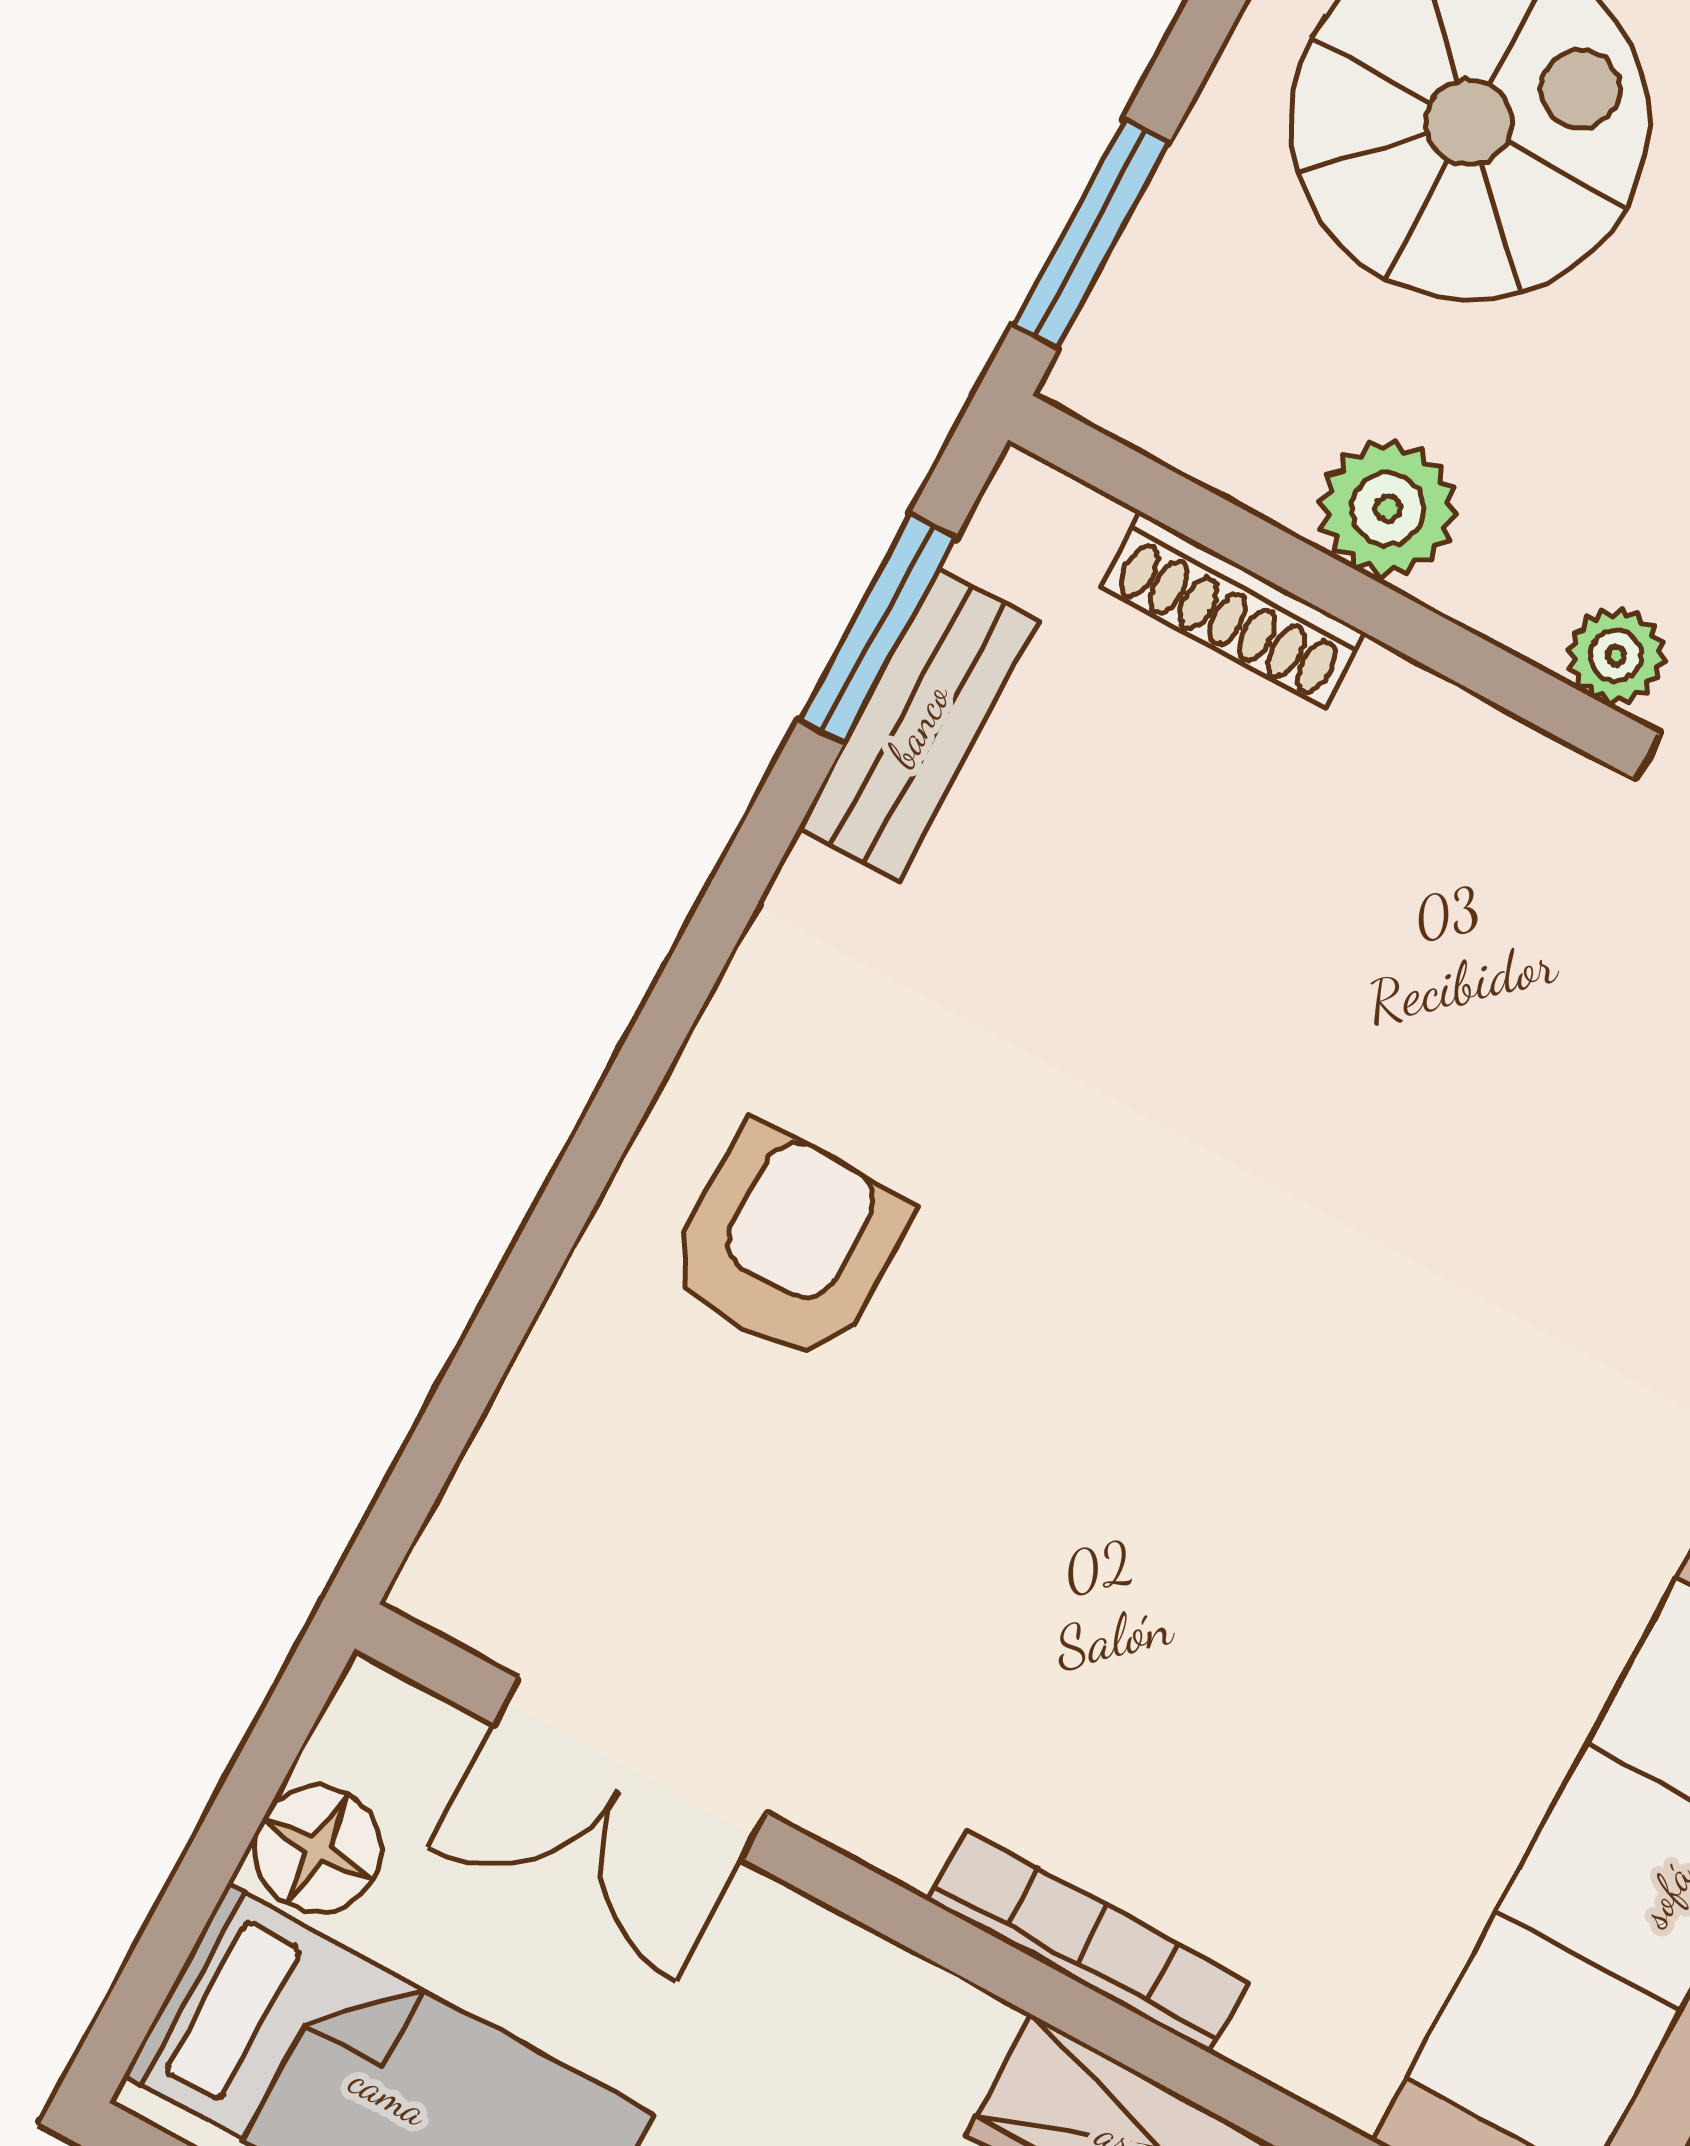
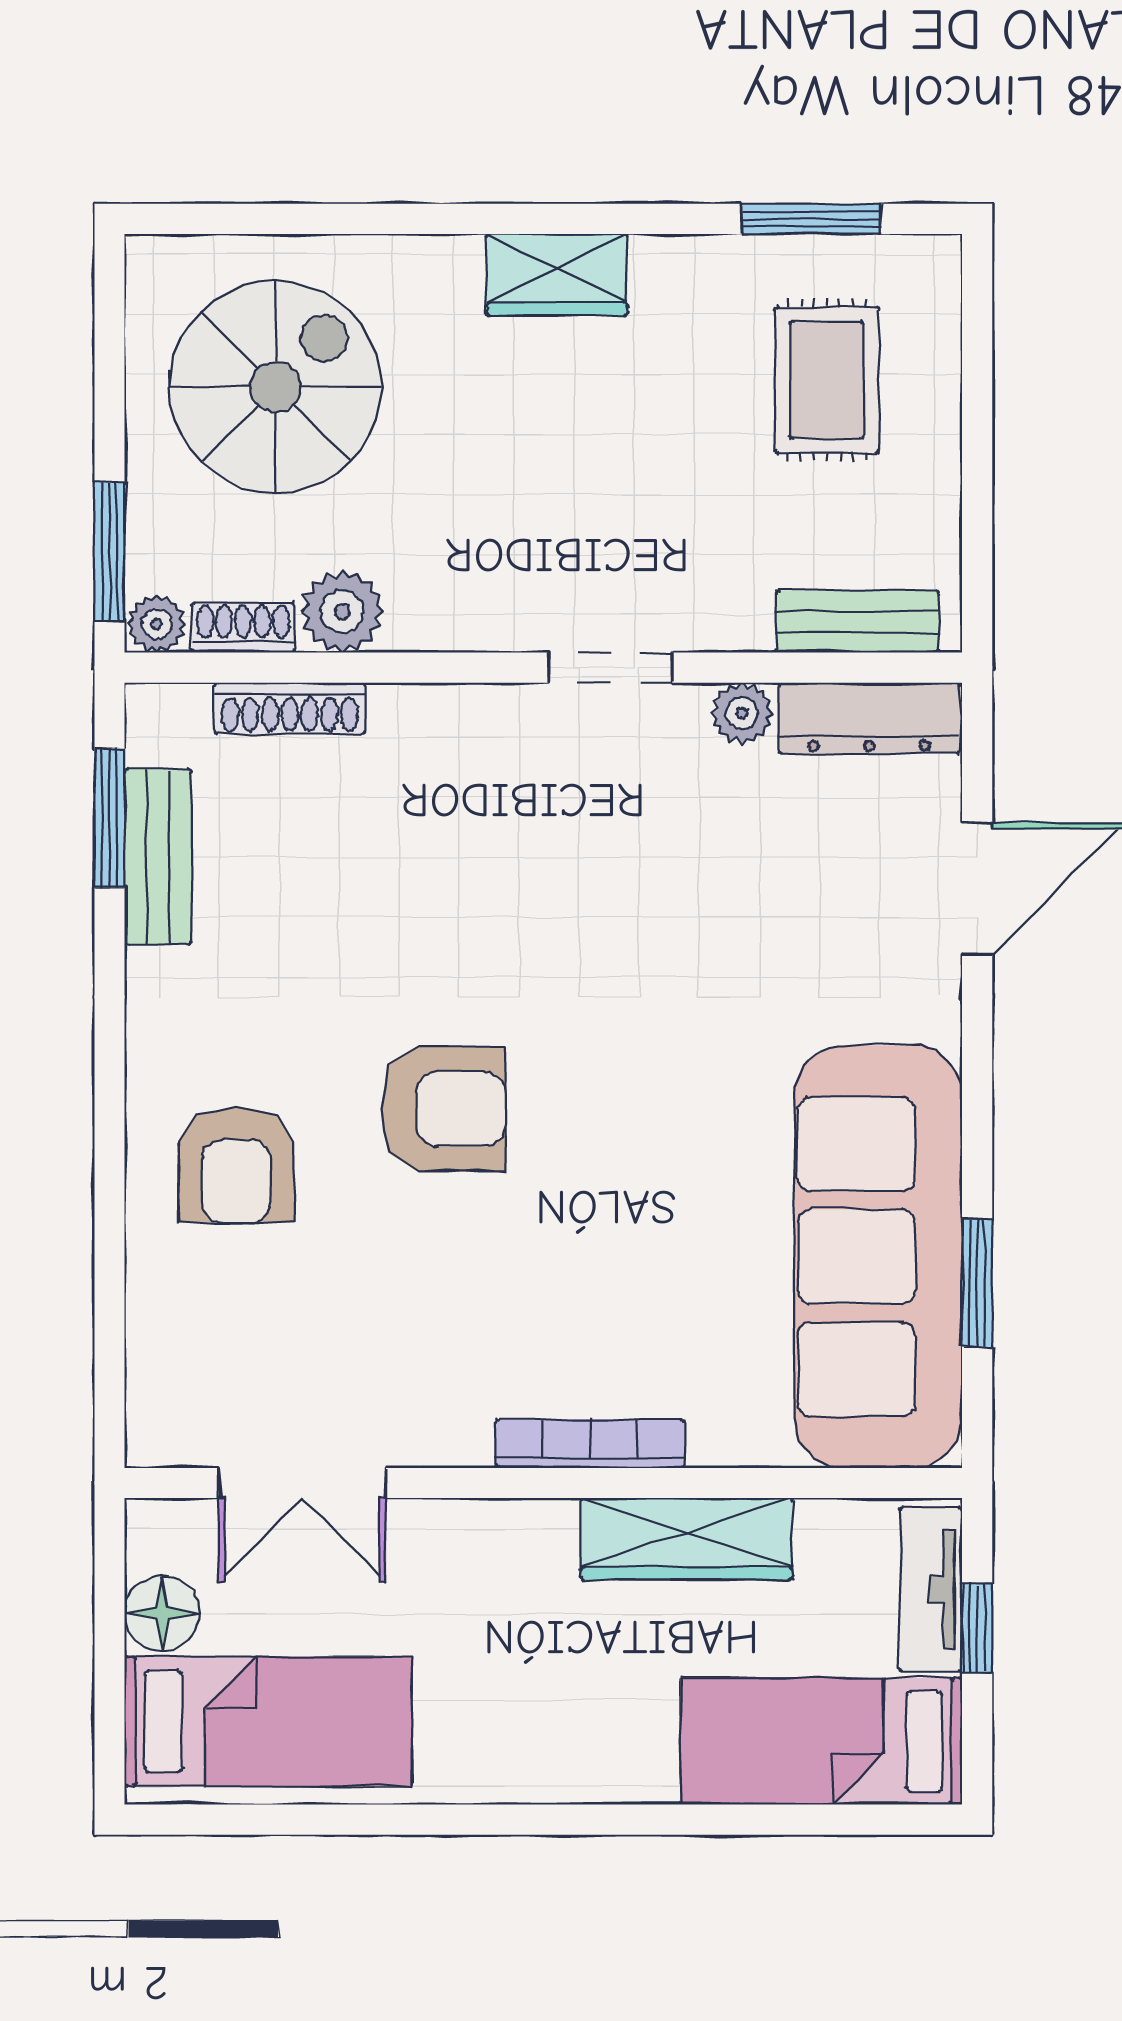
shoe rack: (1228, 453) -> (243, 628), added
plant: (1616, 656) -> (157, 624), moved
armchair: (787, 1244) -> (236, 1165), turned 180
armchair: (1139, 1327) -> (443, 1109), added

